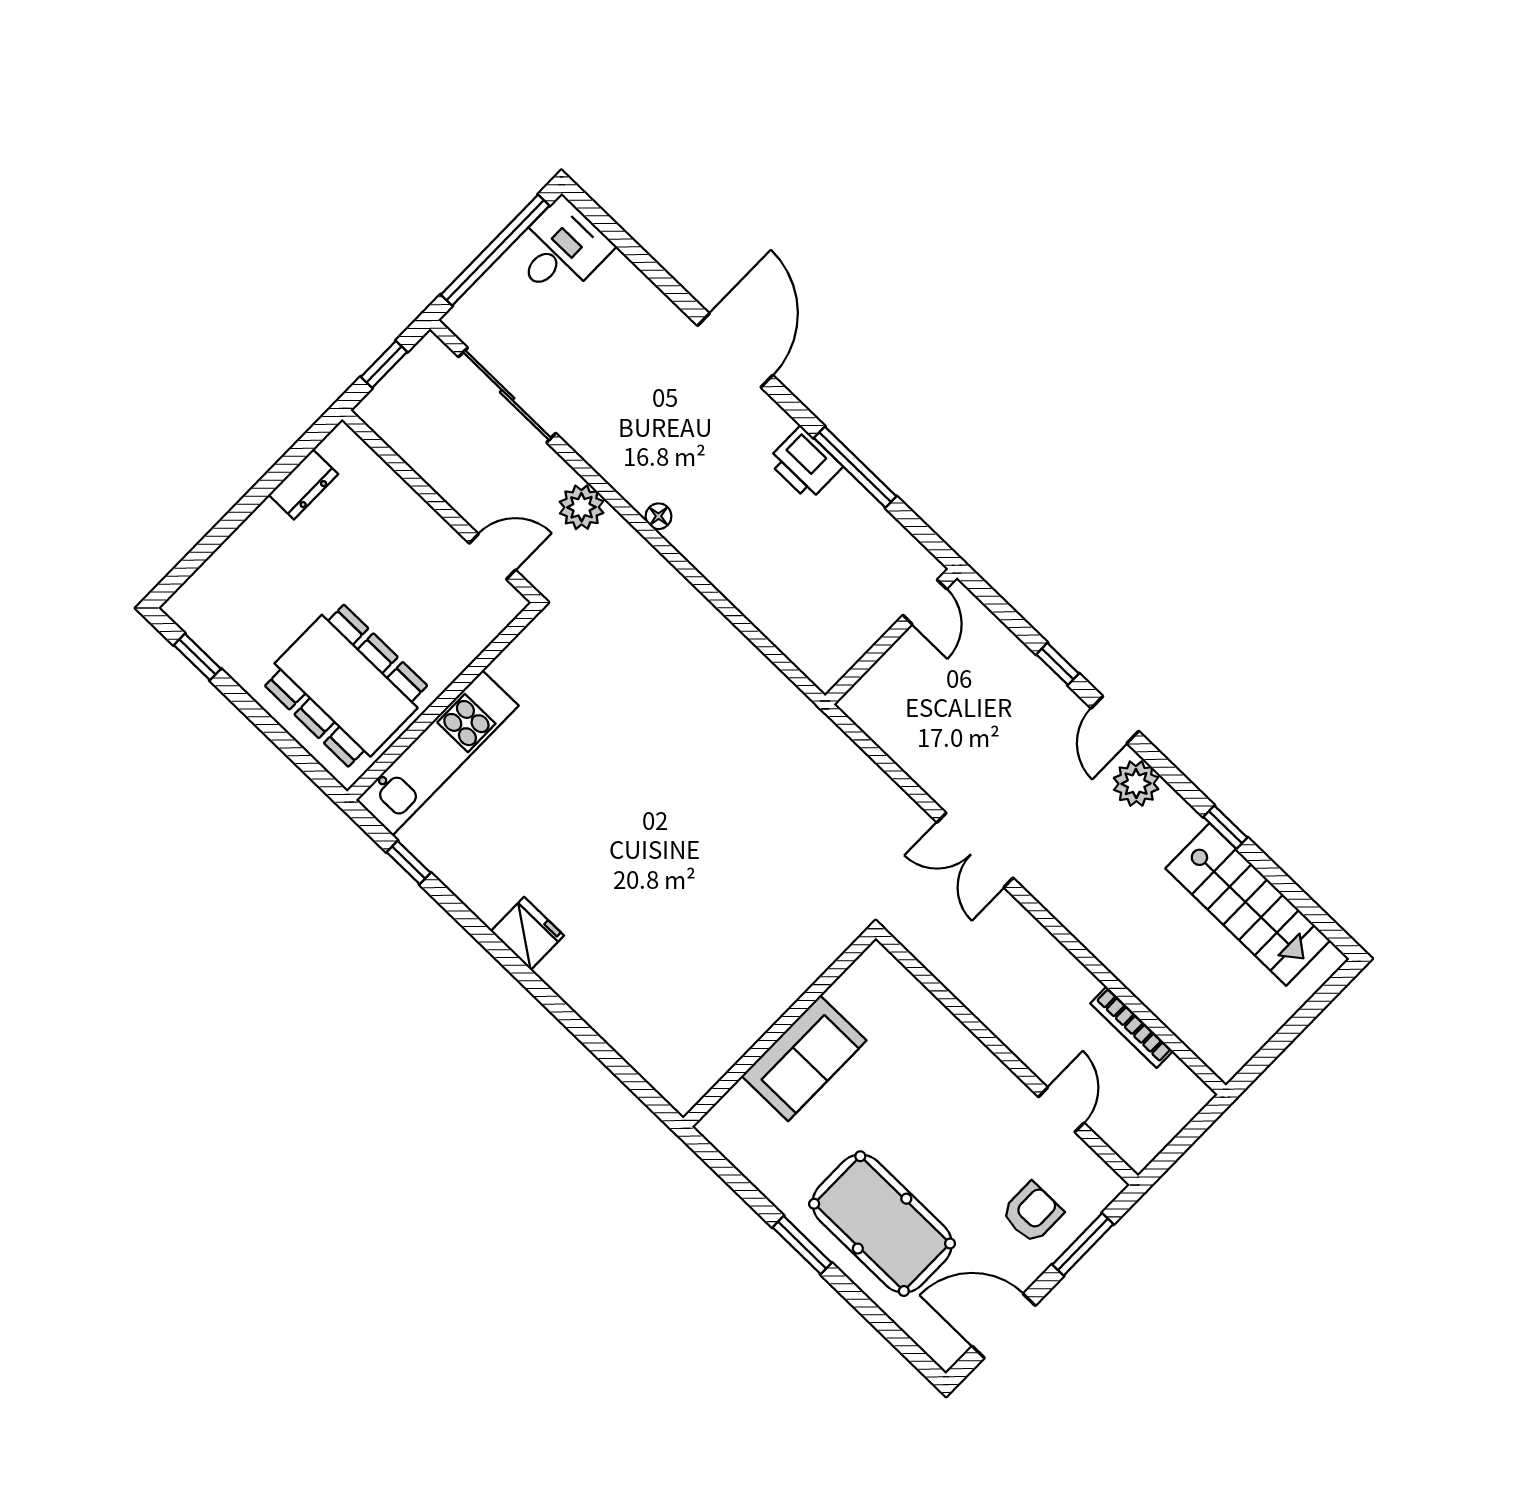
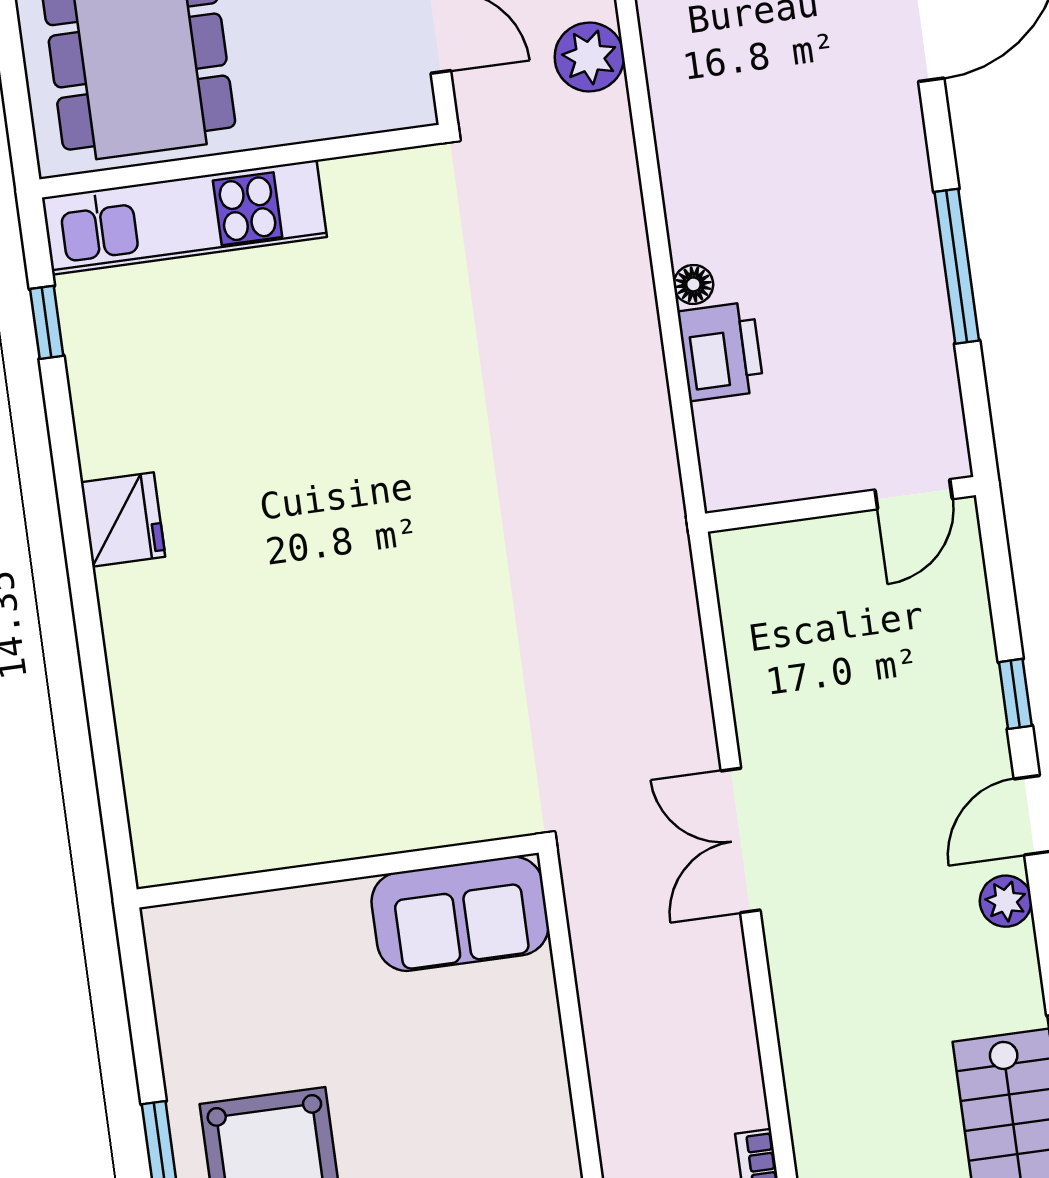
printer: (805, 463) -> (721, 351), moved, turned 180
floor lamp: (659, 516) -> (693, 284), moved
plant: (1136, 784) -> (1006, 901), width x0.73, depth x0.73
sofa: (804, 1058) -> (460, 914), moved

